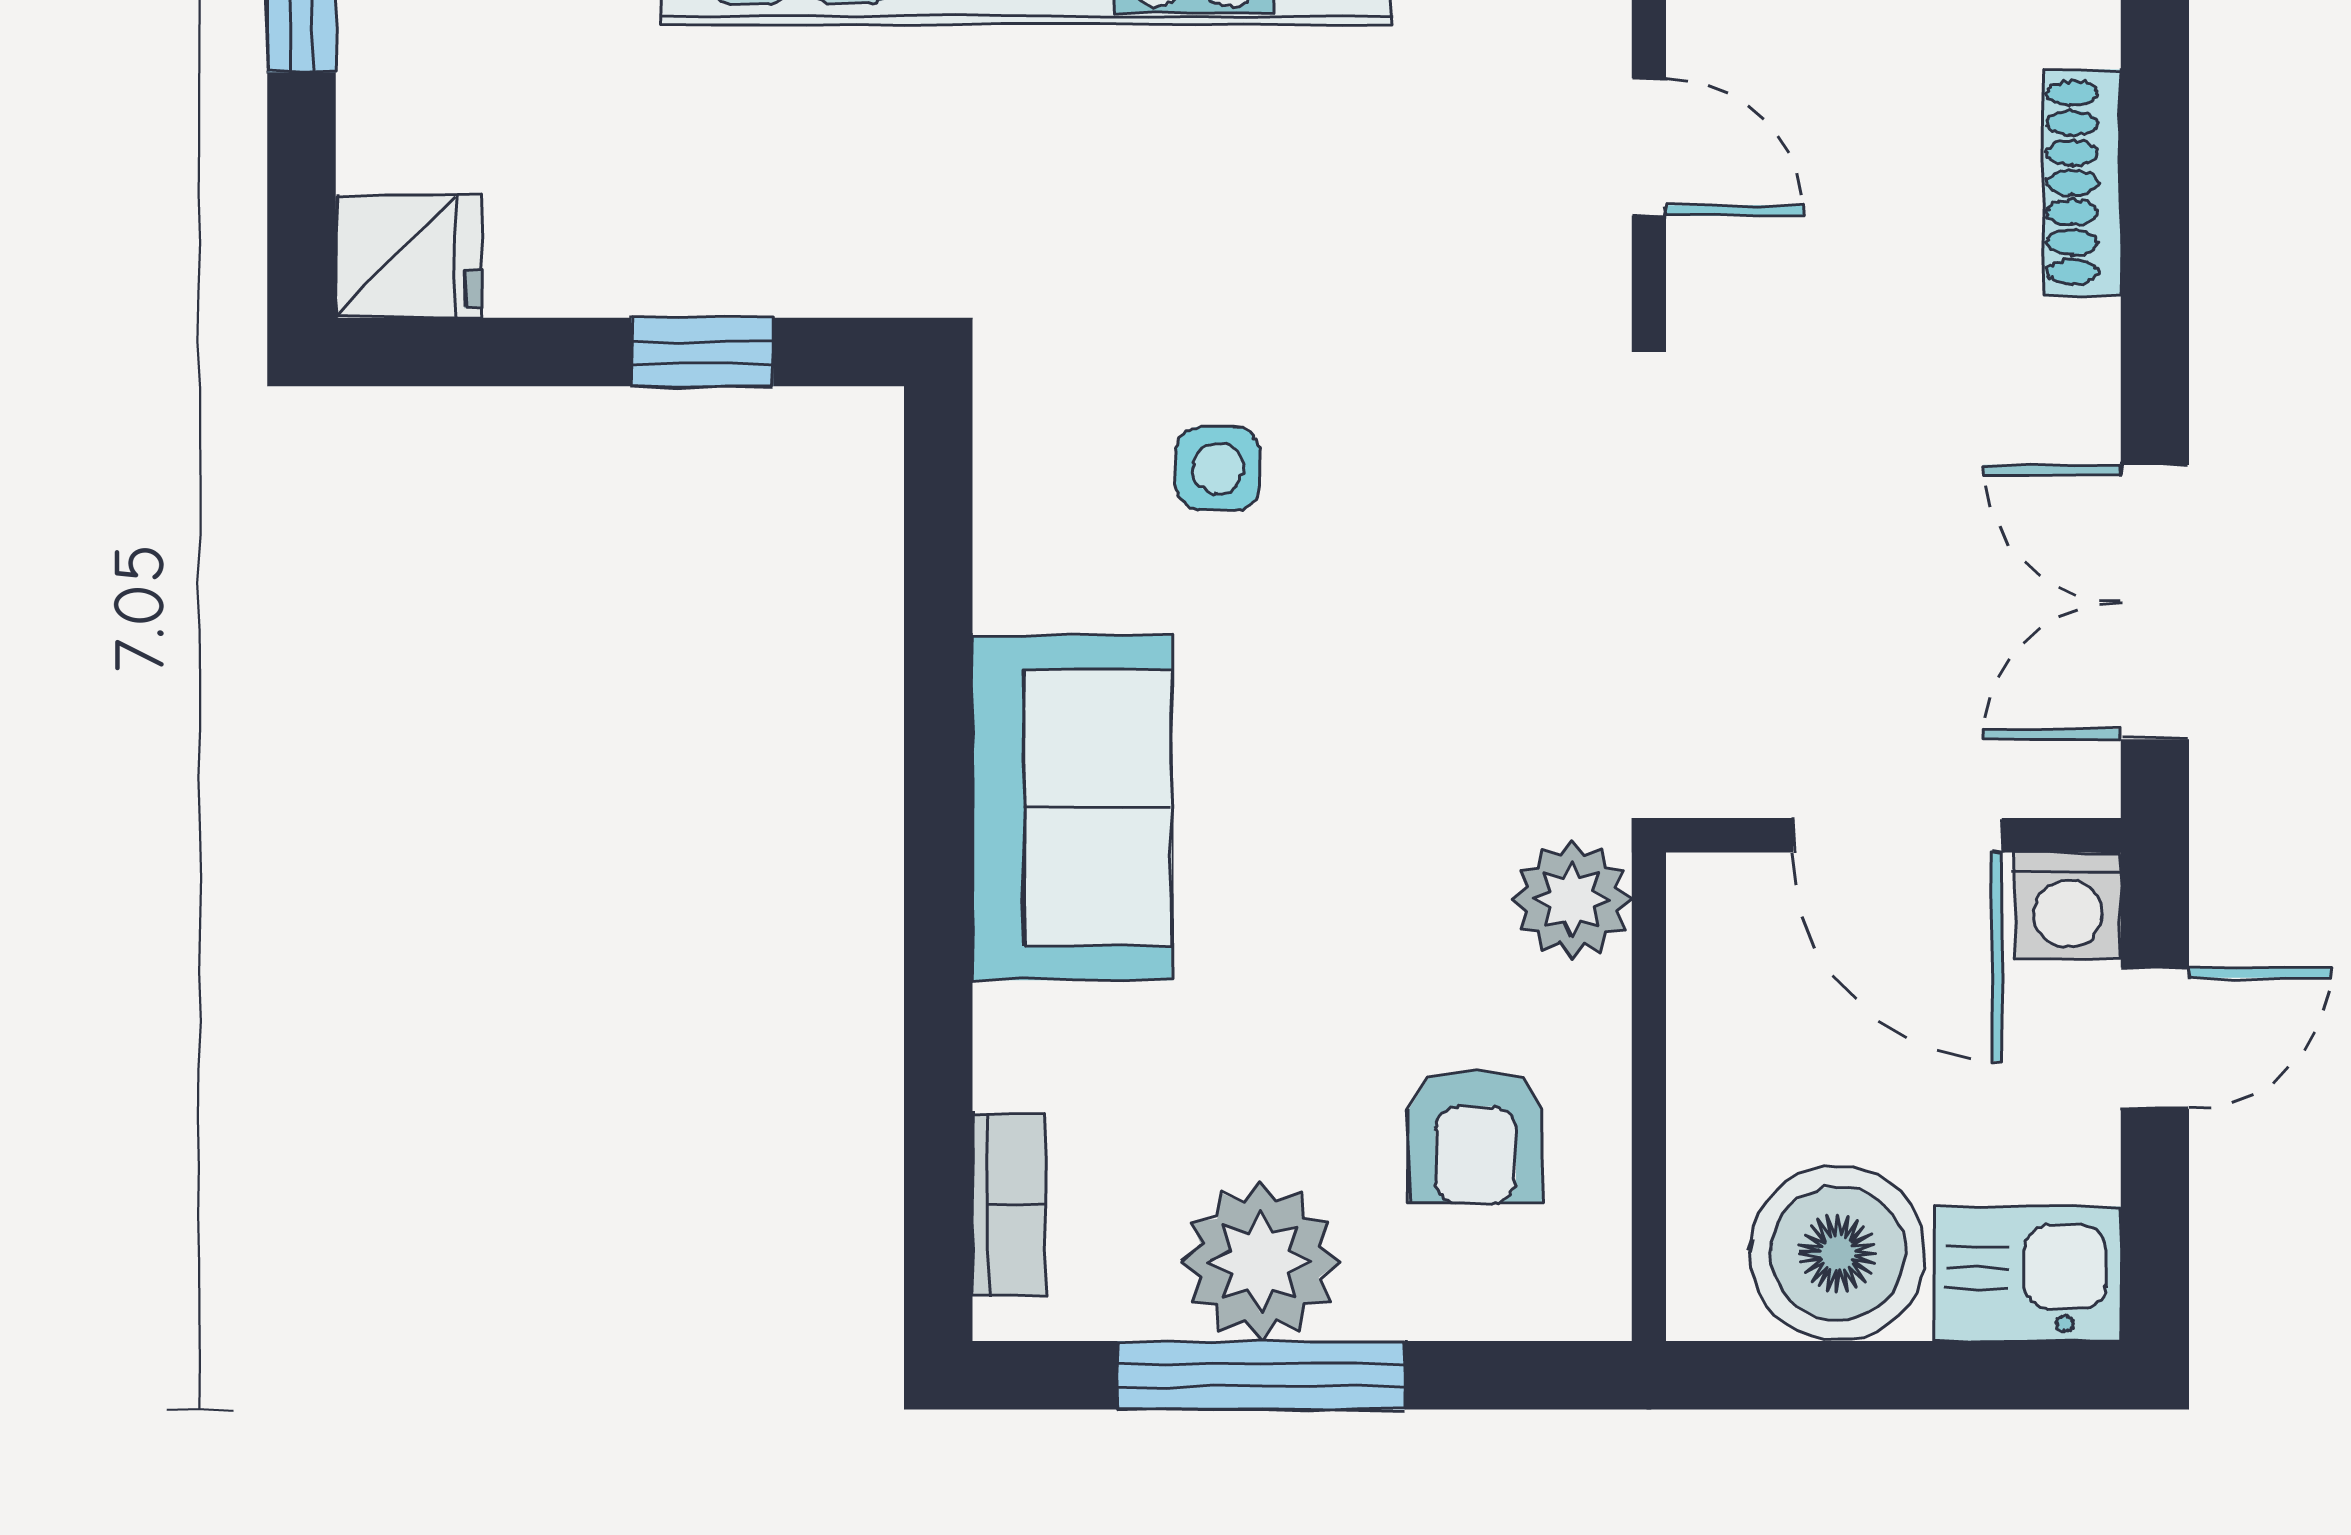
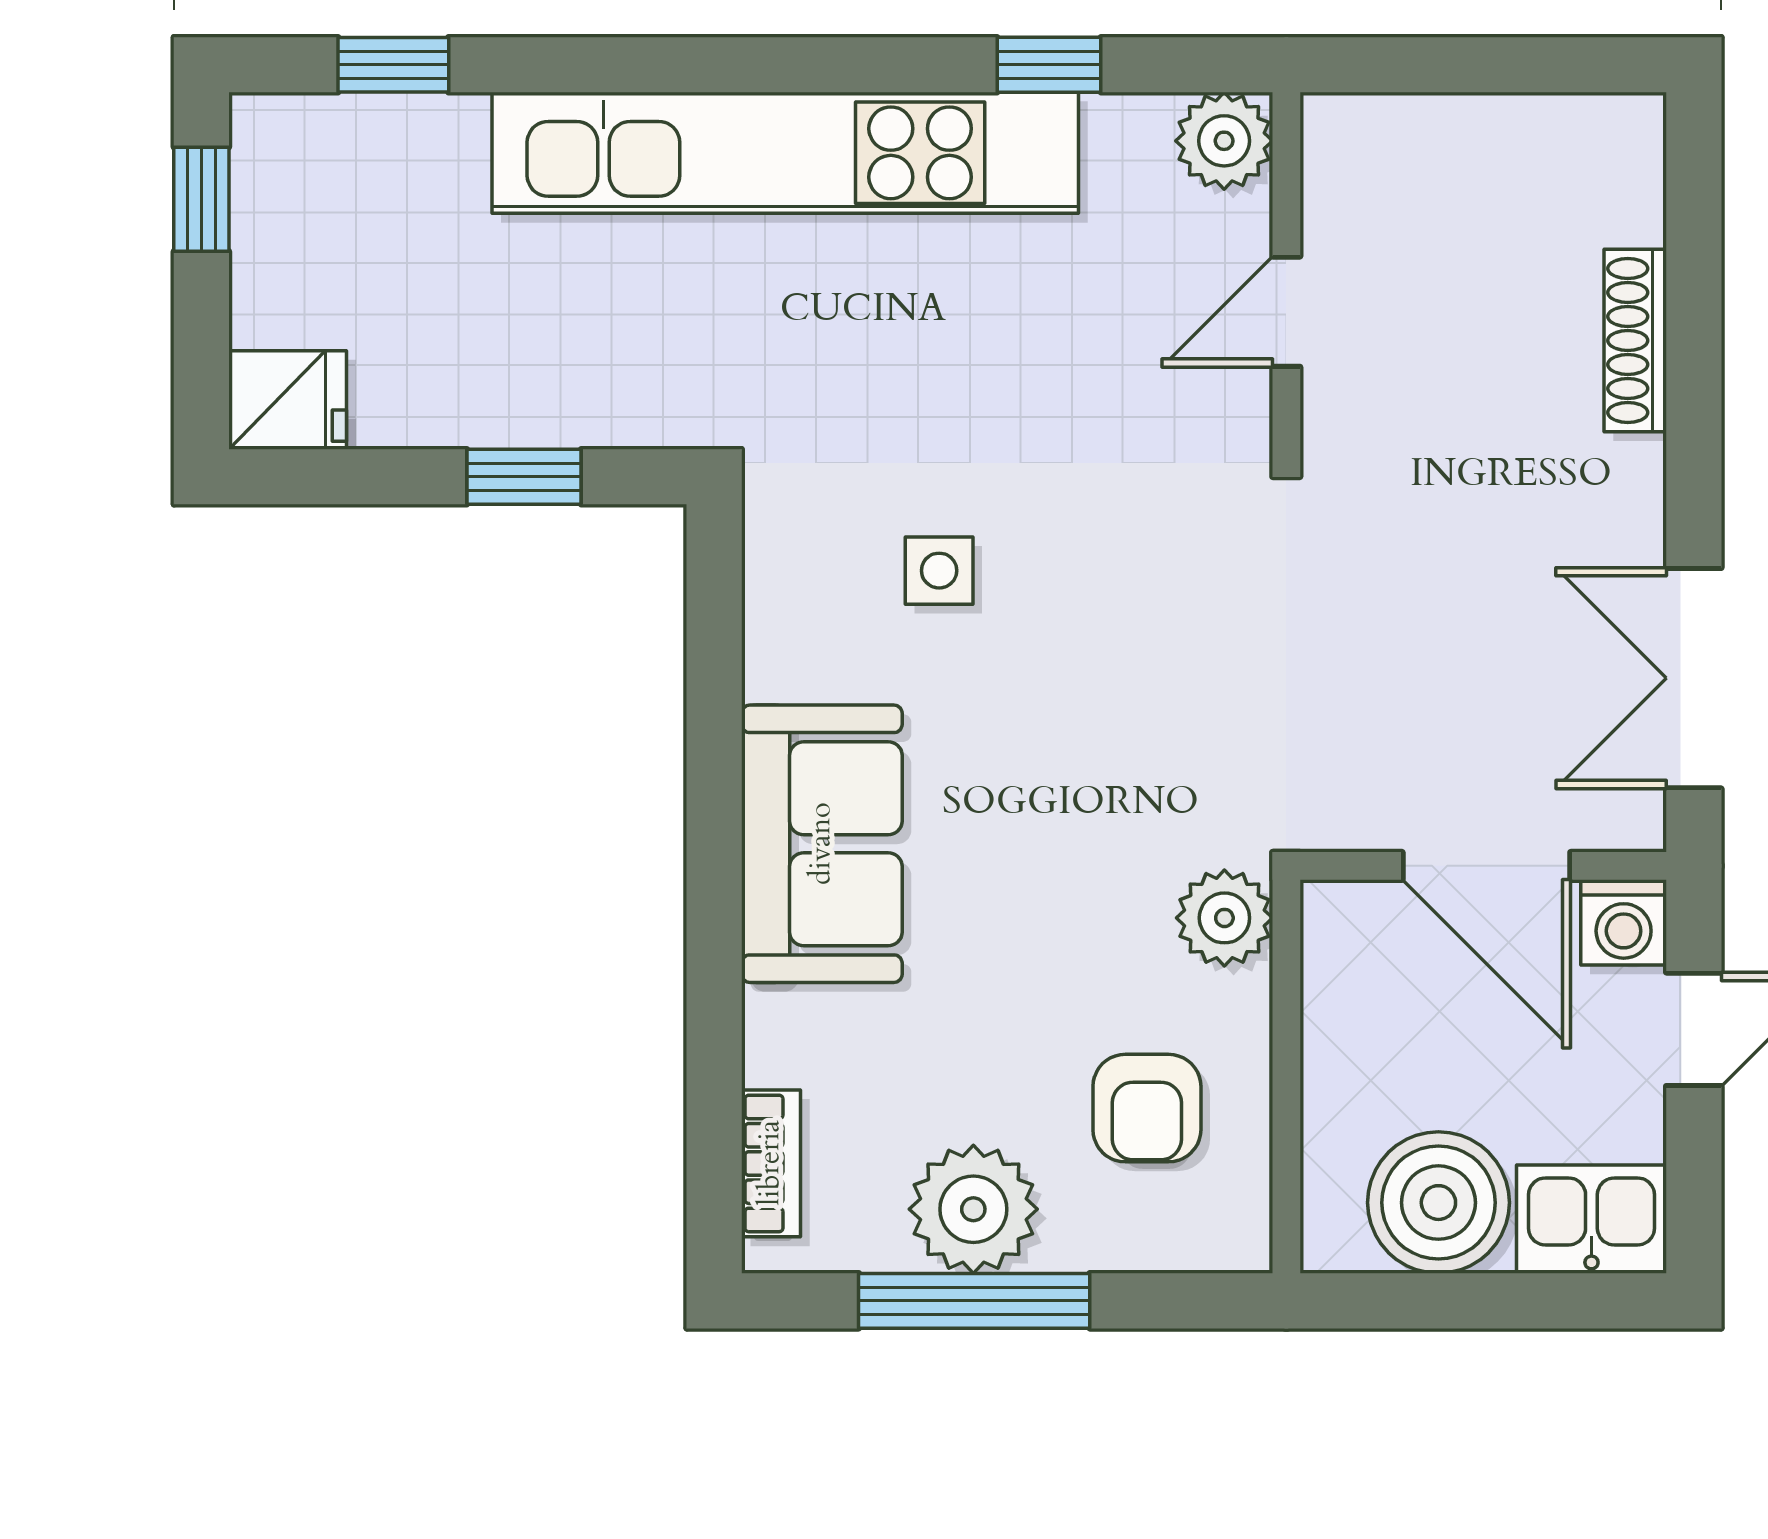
door: (1649, 147) -> (1286, 312), swing flipped

